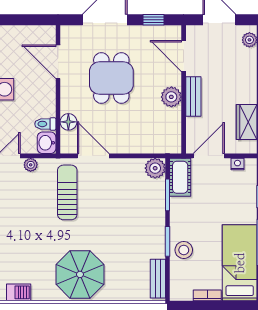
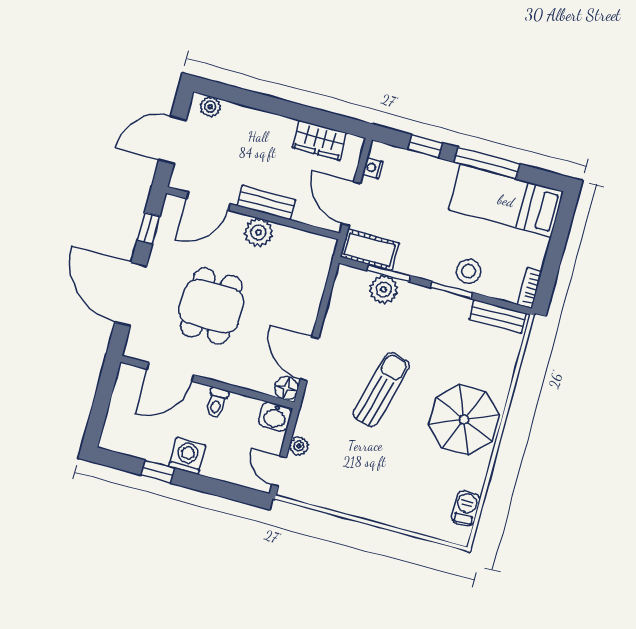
dining table: (111, 78) -> (211, 306), turned 90
floor lamp: (68, 122) -> (286, 388), moved
toilet: (45, 124) -> (217, 403), moved
door: (93, 156) -> (309, 359), hinge flipped
plant: (155, 168) -> (384, 289), moved
sun lounger: (67, 192) -> (381, 390), moved, turned 105
bookcase: (207, 295) -> (530, 288), moved

